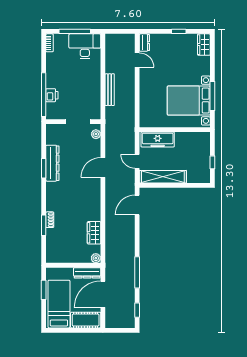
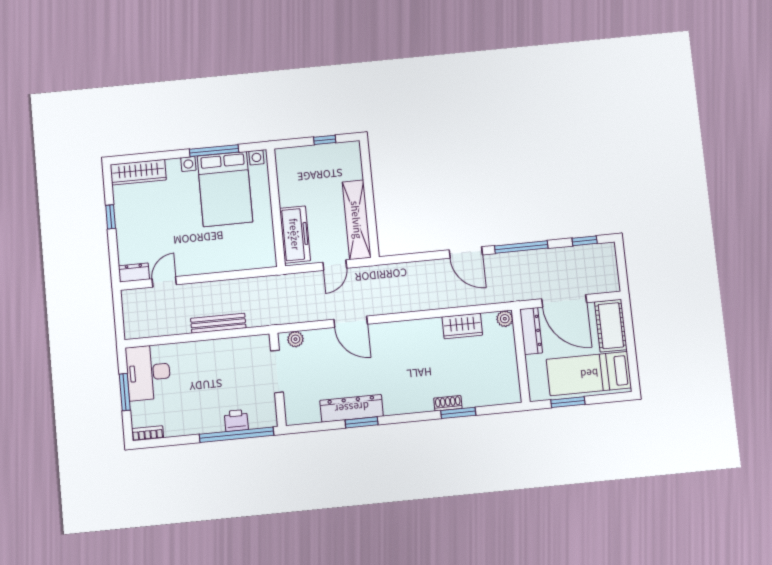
window: (75, 31) -> (125, 392), width x0.69
wardrobe: (204, 45) -> (138, 172), width x1.50
door: (137, 205) -> (466, 252), moved

